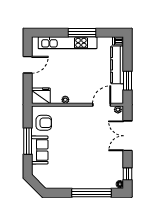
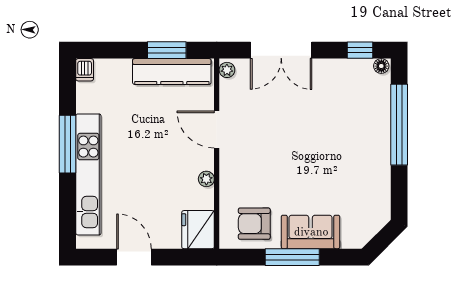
kitchen counter: (117, 65) -> (172, 72), moved
door: (102, 105) -> (217, 129), moved
armchair: (44, 123) -> (254, 224), turned -90

